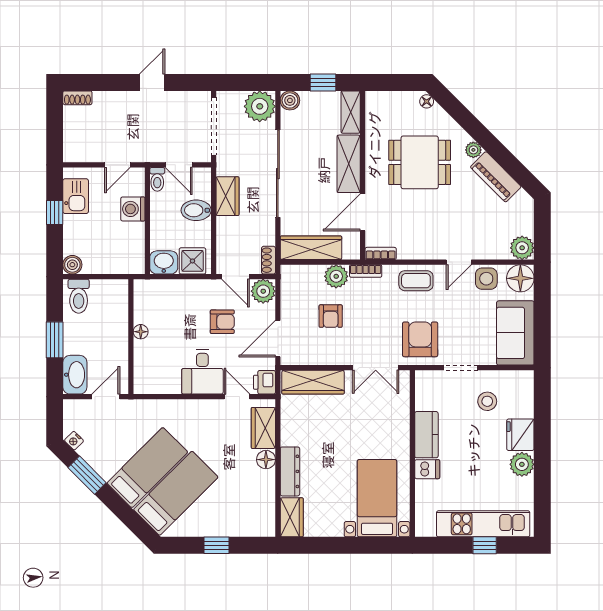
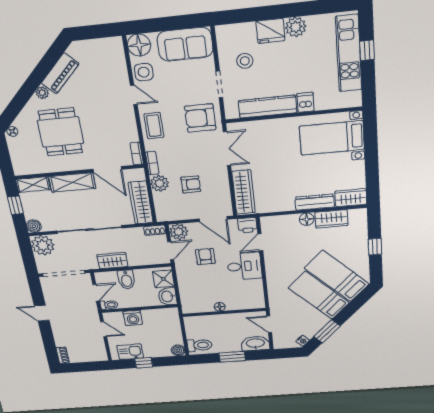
plant: (522, 248) -> (114, 46), removed
wardrobe: (263, 428) -> (331, 219), moved
kitchen counter: (426, 435) -> (268, 107), width x1.50

